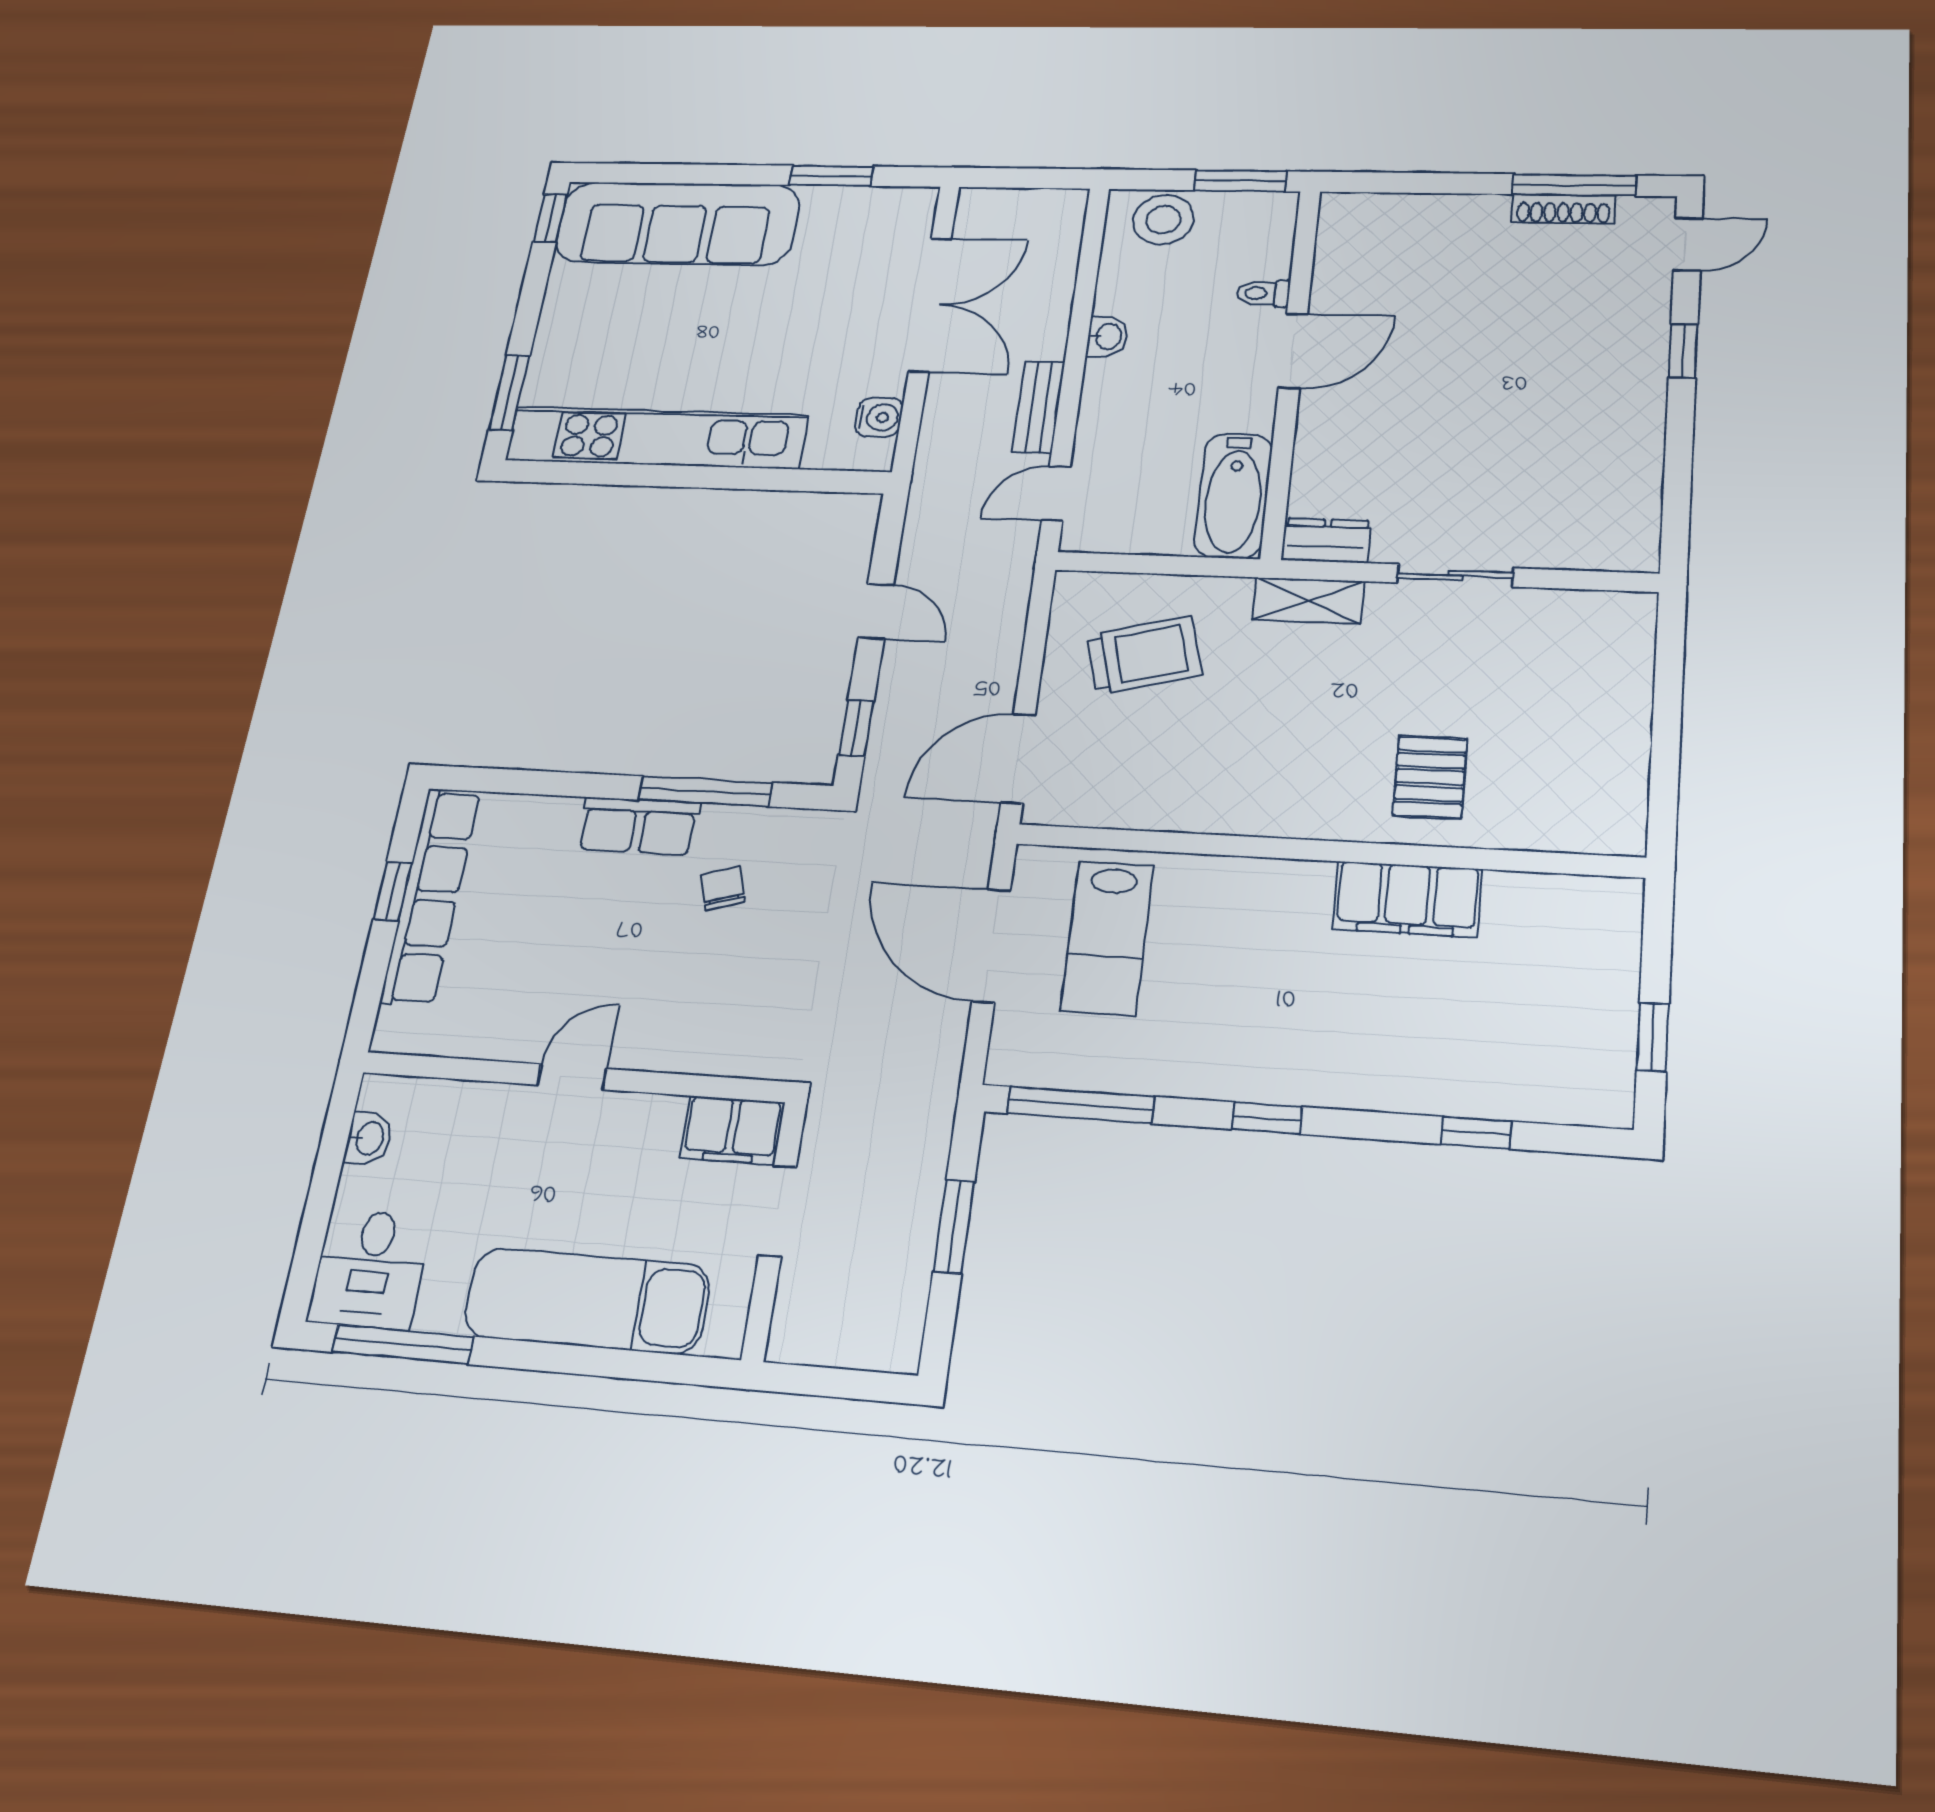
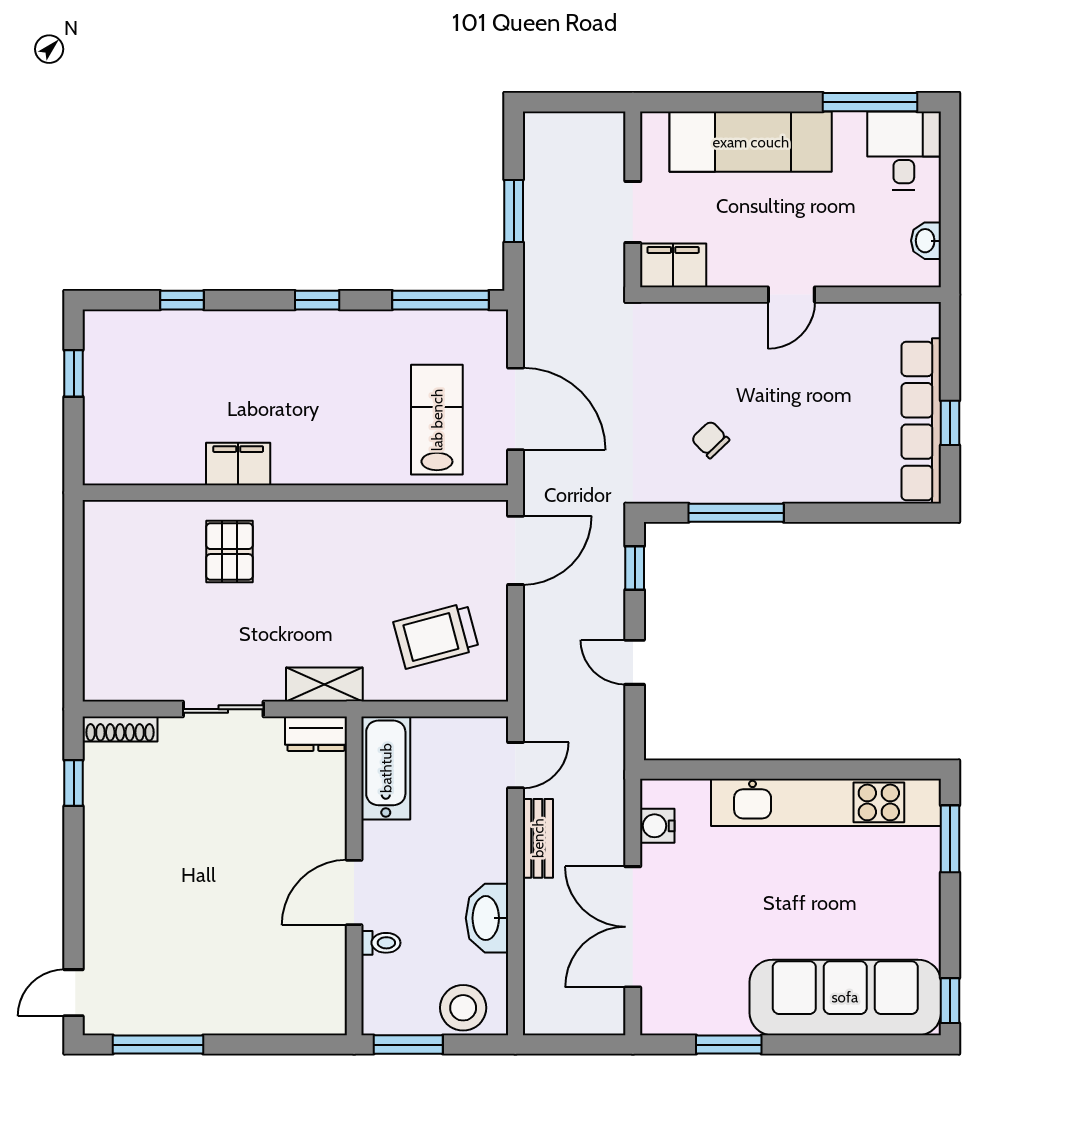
shoe rack: (1563, 209) -> (120, 729), moved, turned 180
washbasin: (1107, 337) -> (487, 918), width x1.91, depth x1.45
window: (1683, 351) -> (74, 783), moved
row of seats: (638, 826) -> (780, 483), removed
chair: (723, 888) -> (710, 440), turned 153
filing cabinet: (1407, 899) -> (238, 464), width x0.67, depth x0.86

